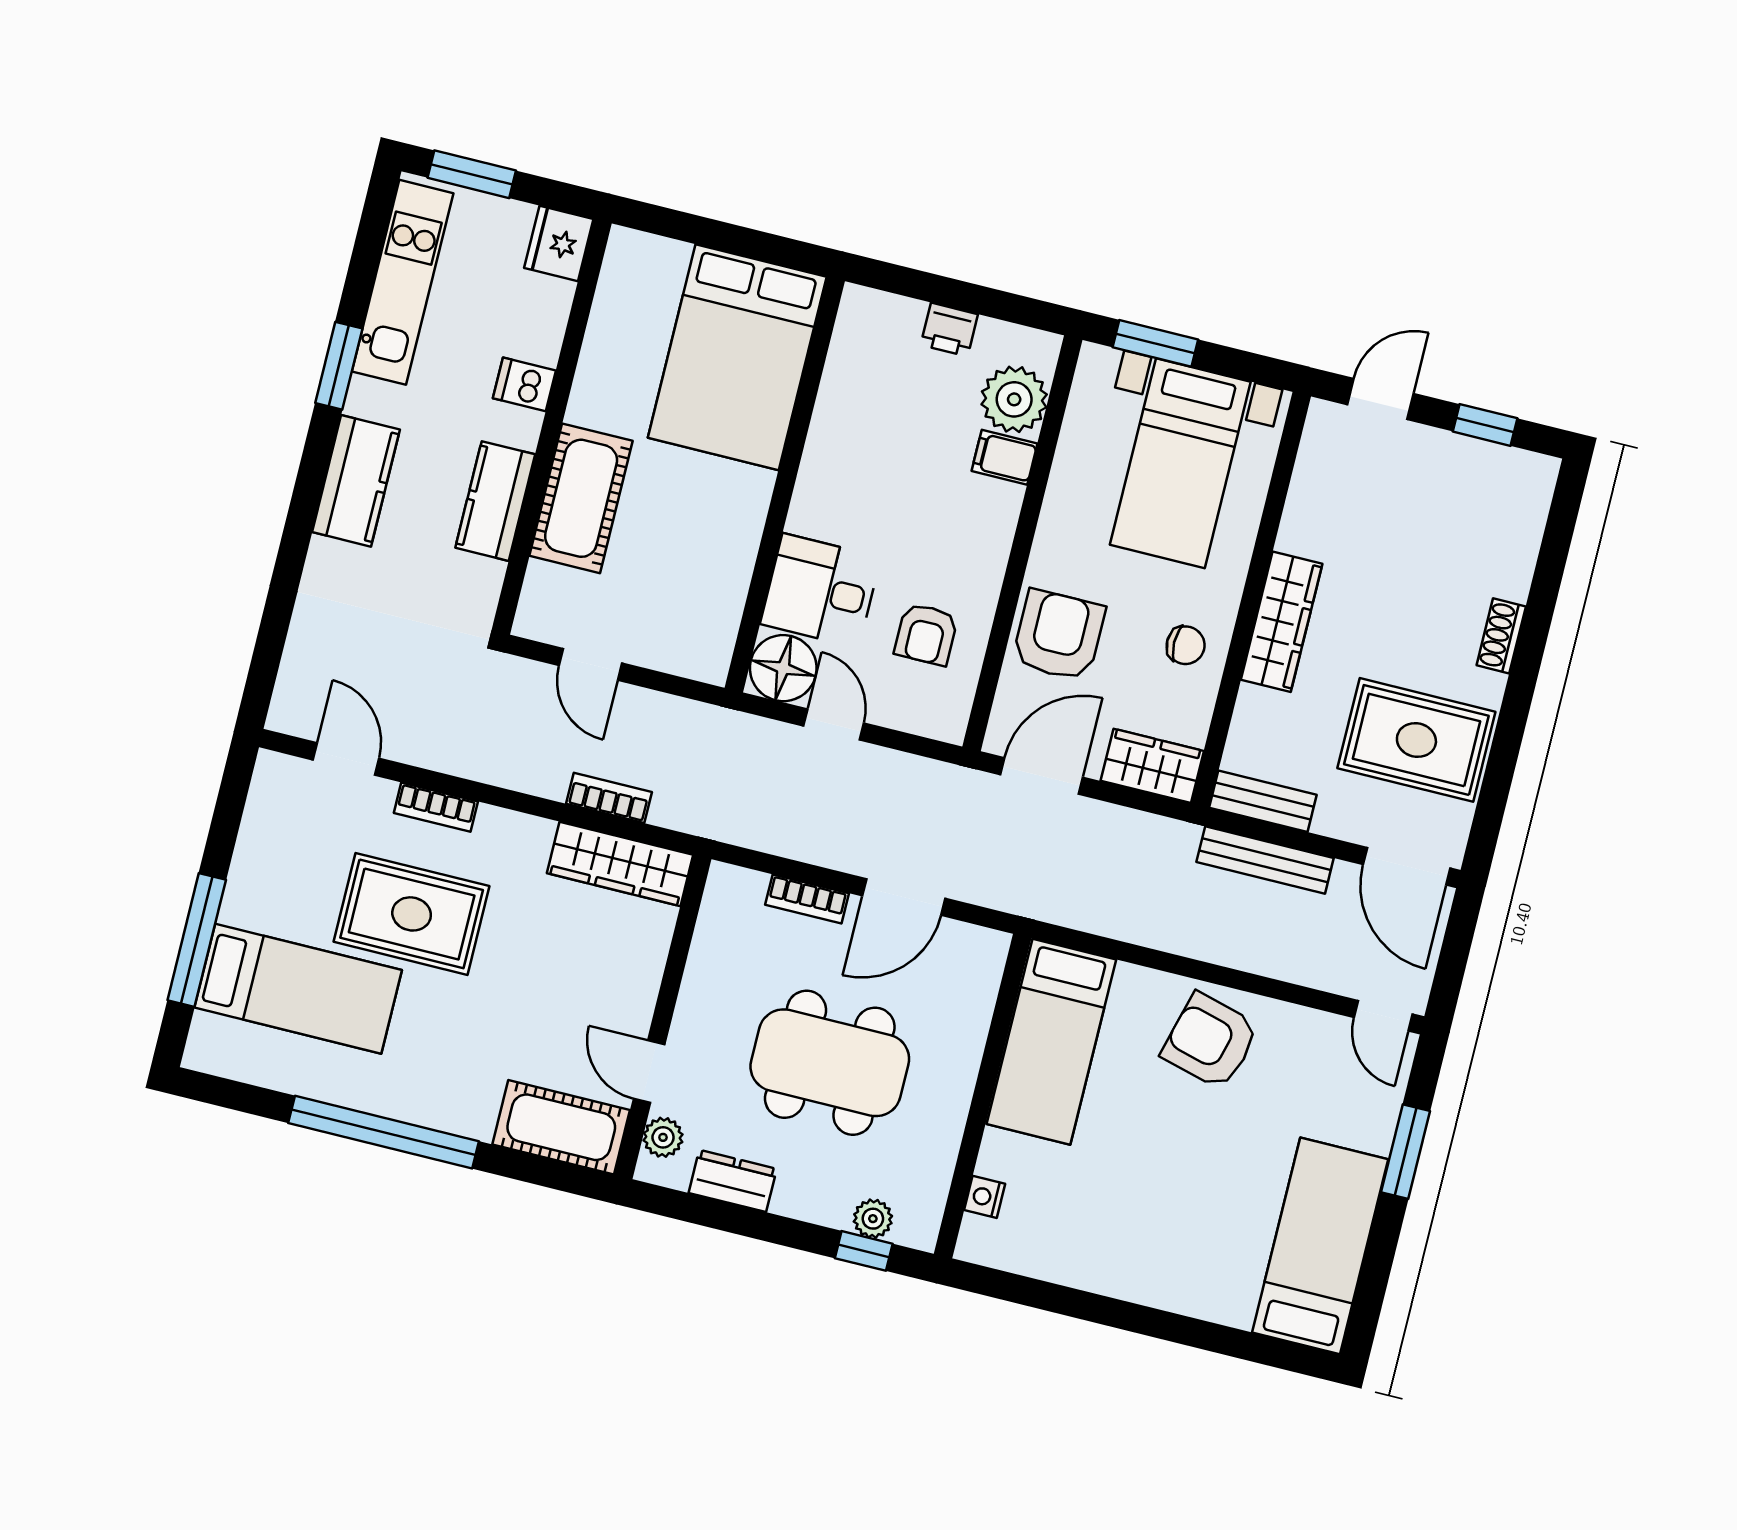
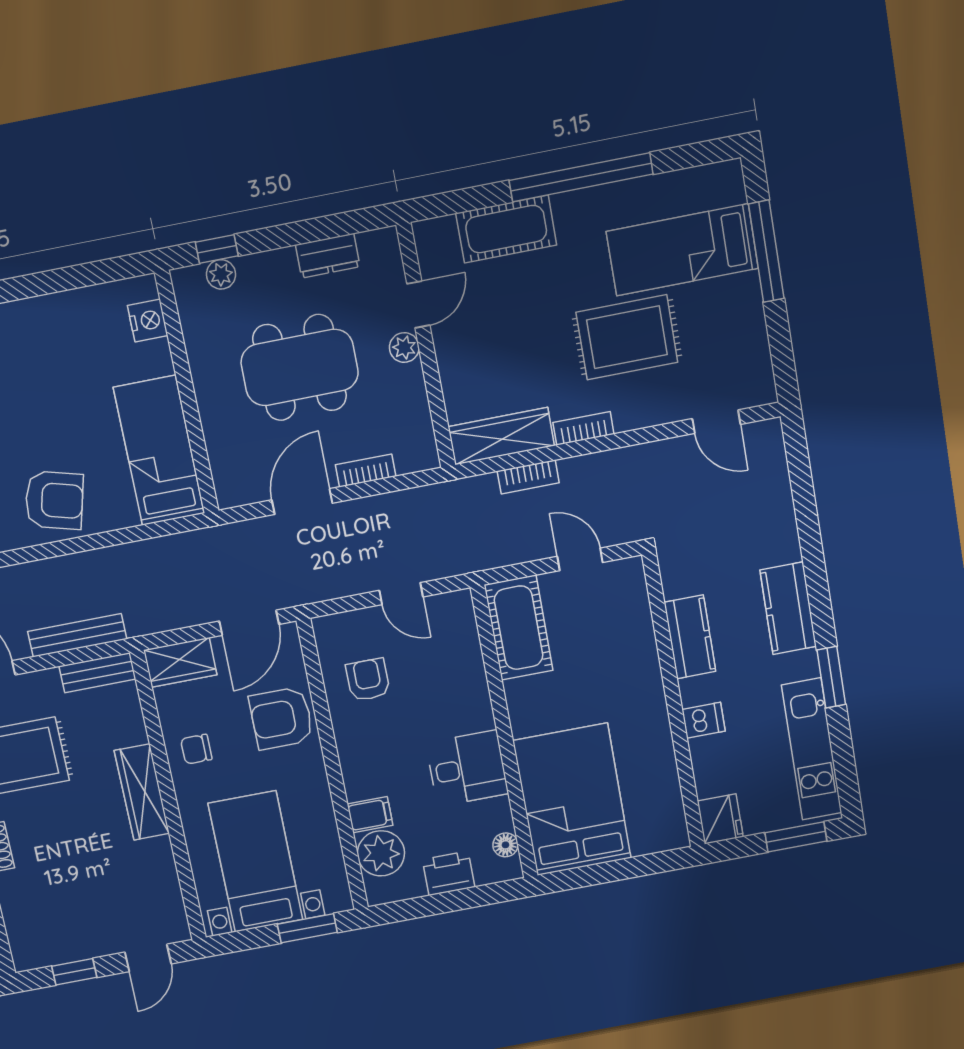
printer: (949, 330) -> (449, 873), width x1.36, depth x1.24
cot: (581, 498) -> (519, 628), moved
desk: (821, 591) -> (467, 768), moved
armchair: (1059, 635) -> (281, 718), turned 90
floor lamp: (783, 668) -> (505, 845), moved, width x0.53, depth x0.53
bookcase: (436, 807) -> (583, 428), moved
door: (649, 1072) -> (418, 304), hinge flipped
cot: (561, 1127) -> (506, 229), moved
plant: (663, 1137) -> (404, 348), moved
nightstand: (985, 1197) -> (148, 321), width x1.39, depth x1.35

